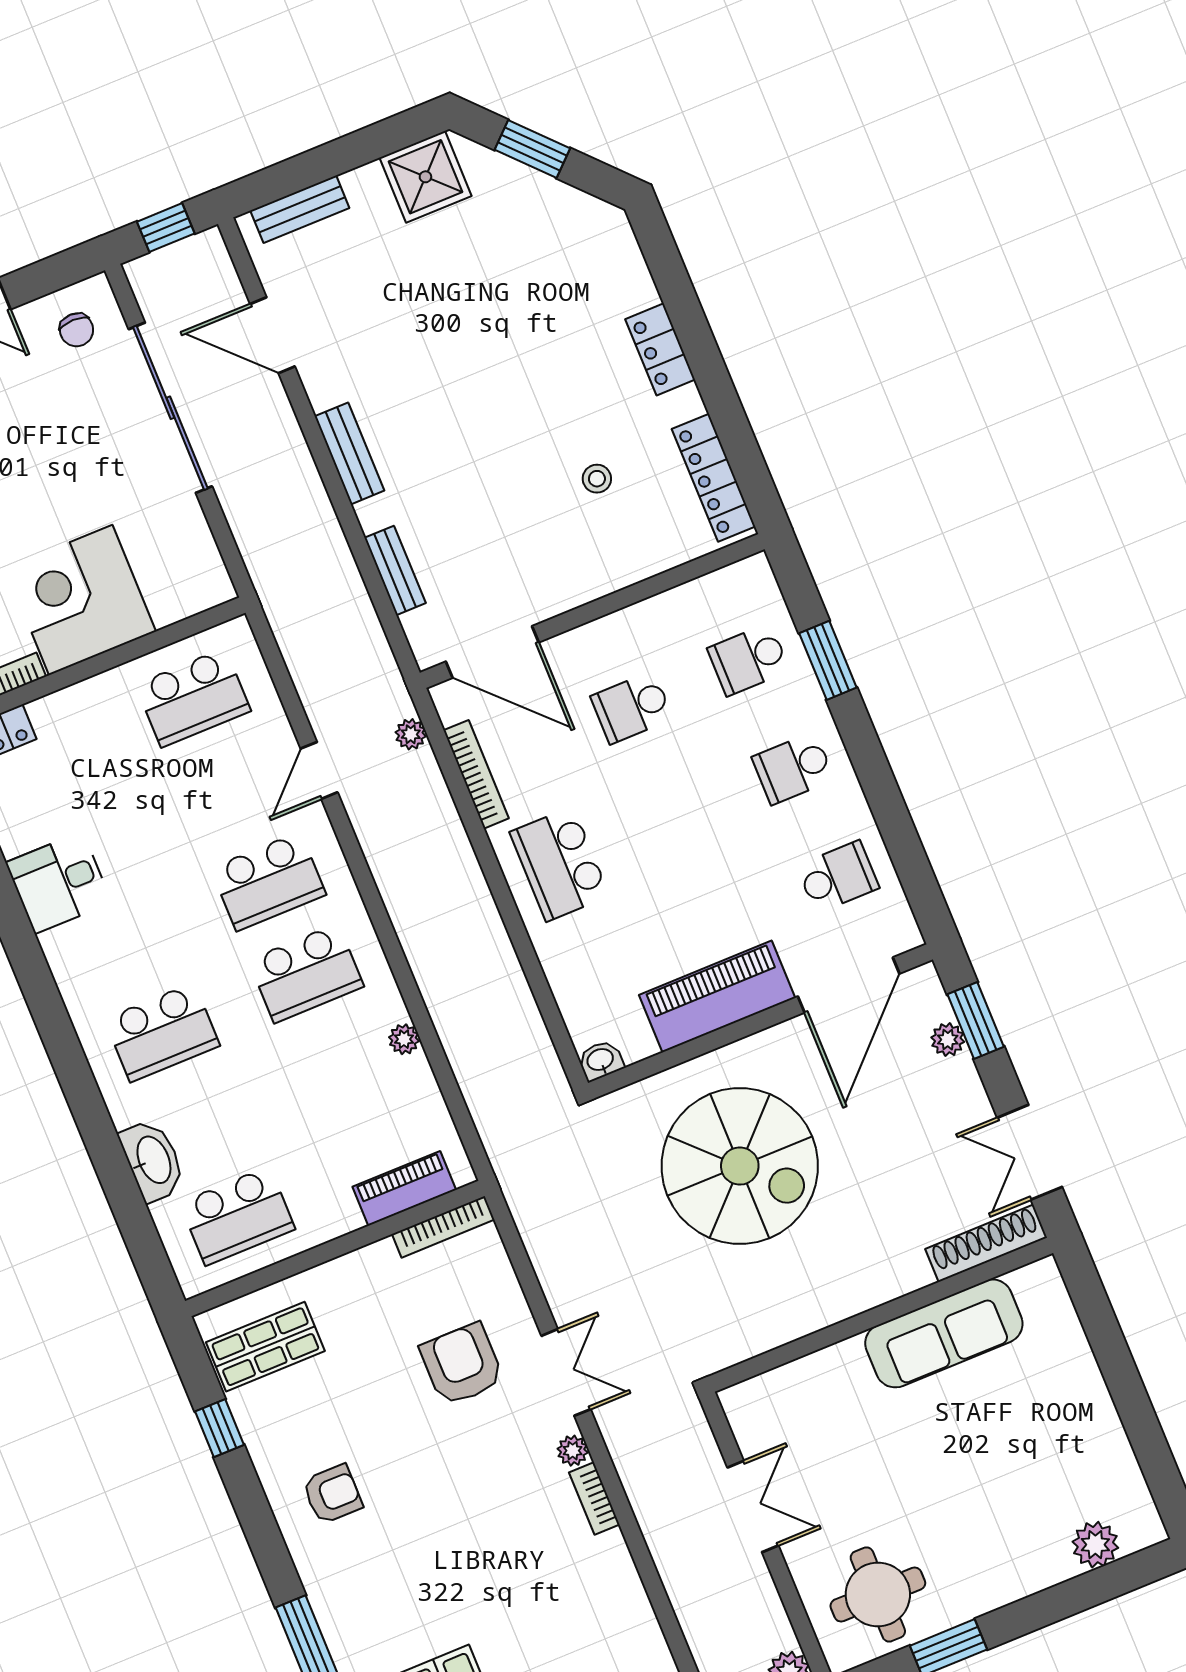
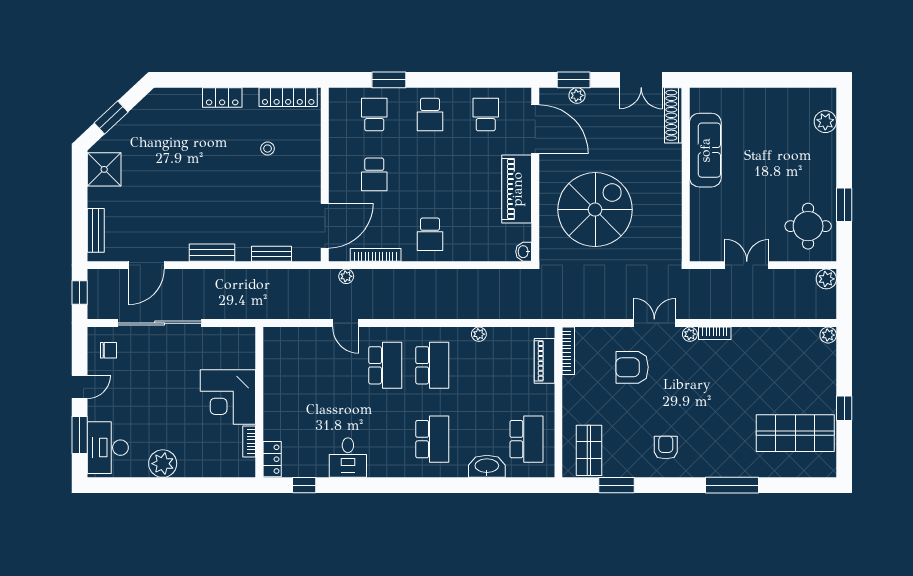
school desk: (749, 660) -> (374, 114), turned 180
school desk: (193, 698) -> (291, 365), removed
school desk: (560, 864) -> (430, 234), width x0.54
window: (219, 1428) -> (616, 485), width x1.50

